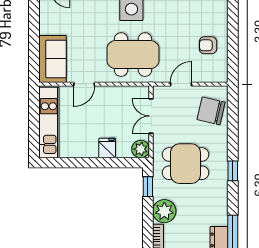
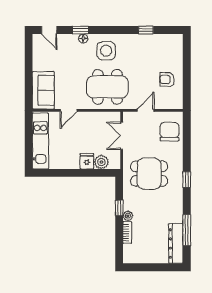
chair: (211, 111) -> (169, 132), turned 77
plant: (141, 149) -> (101, 162), moved
window: (148, 187) -> (119, 208), moved
plant: (164, 211) -> (128, 216), width x0.53, depth x0.53

